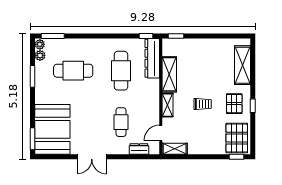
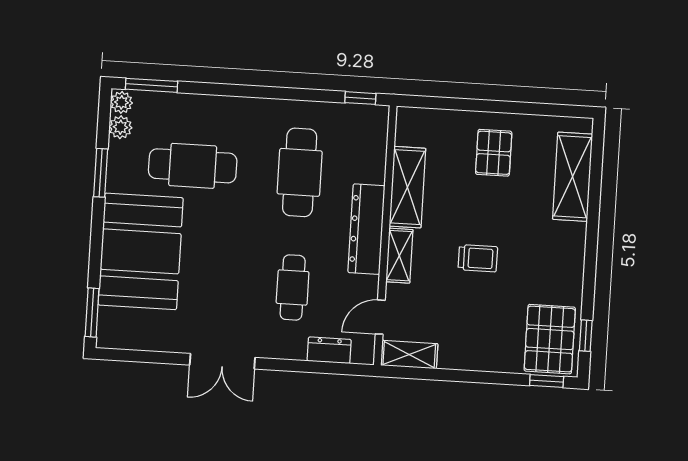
window: (176, 36) -> (428, 102), removed
dresser: (152, 58) -> (366, 229), moved
pallet: (234, 104) -> (494, 153), moved
window: (253, 106) -> (586, 336), moved
booth: (52, 129) -> (141, 251), moved

